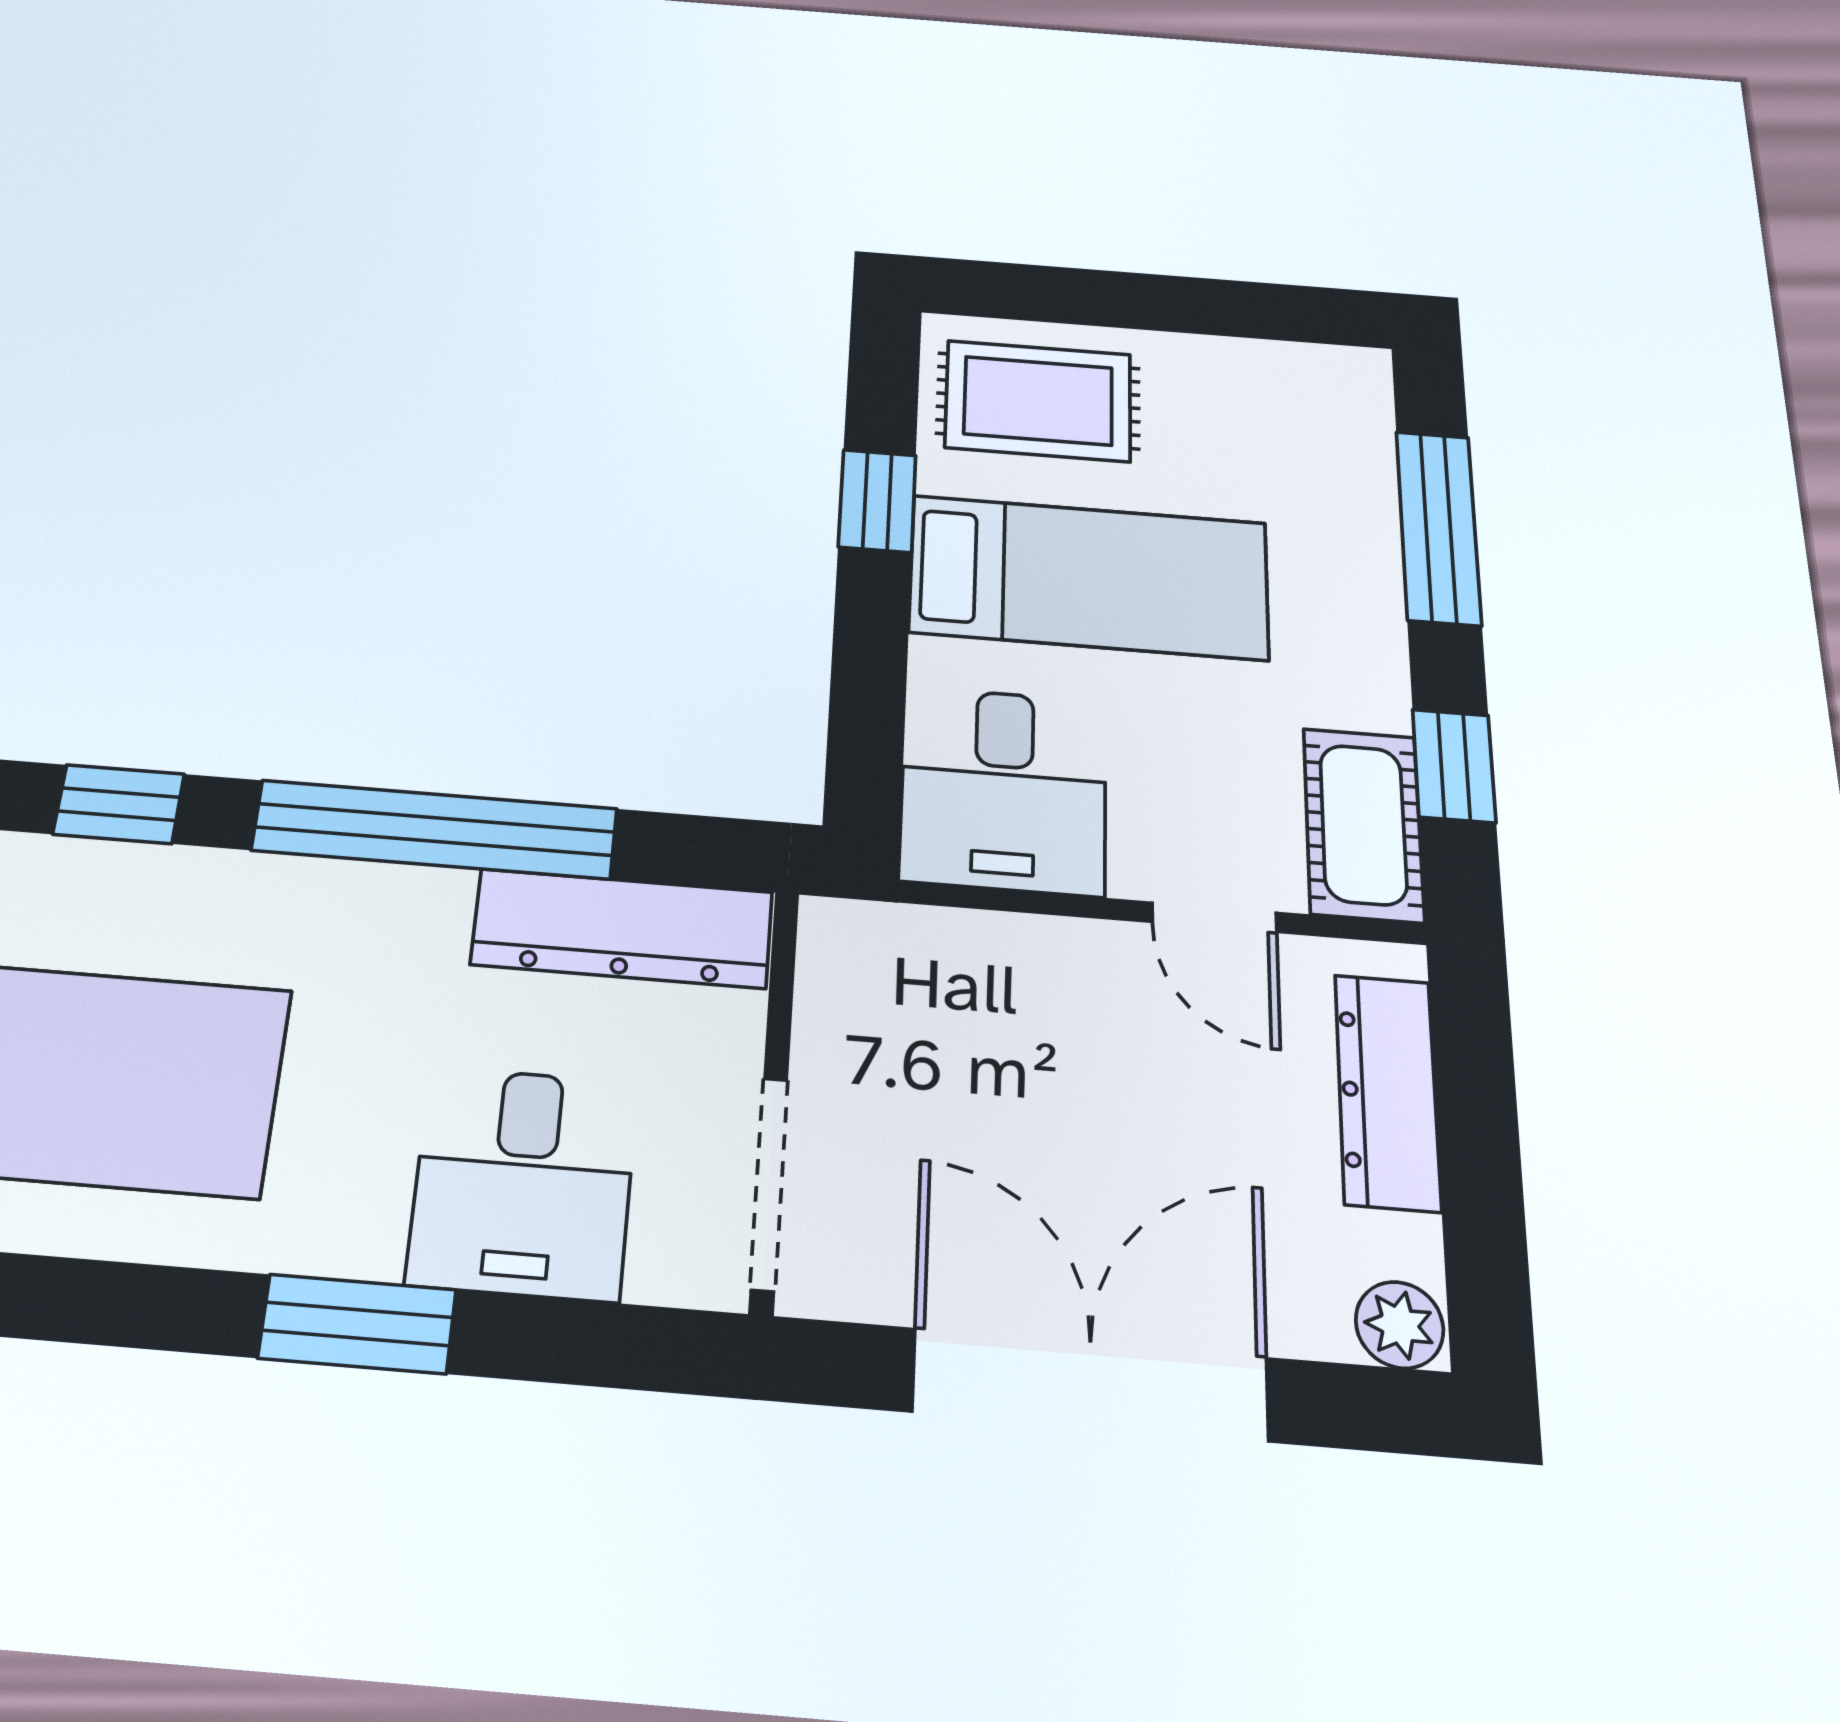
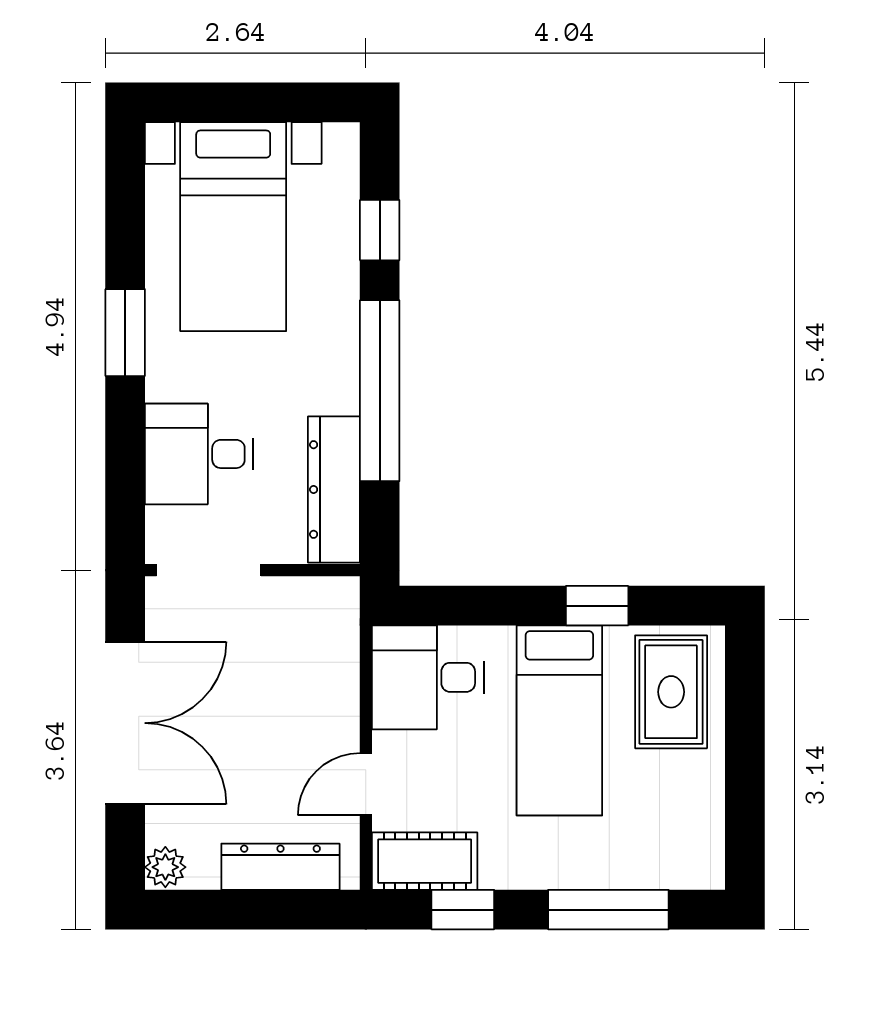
window: (357, 1324) -> (125, 333), moved

